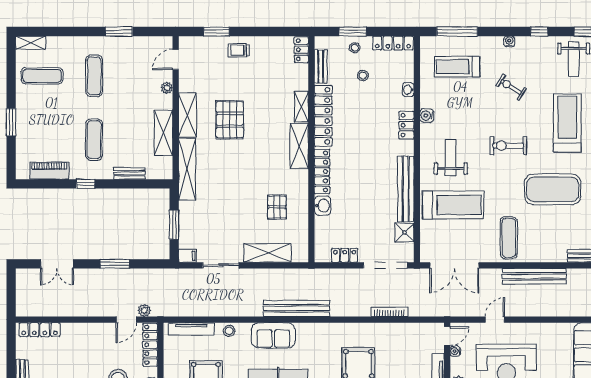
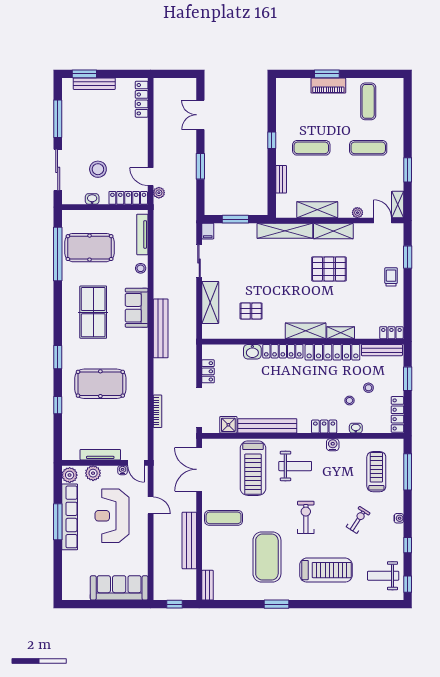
shelving: (31, 43) -> (398, 204), moved
stool: (355, 48) -> (349, 400), moved
bench: (321, 67) -> (382, 350), width x1.36
piano: (49, 171) -> (328, 86), moved, turned 90

